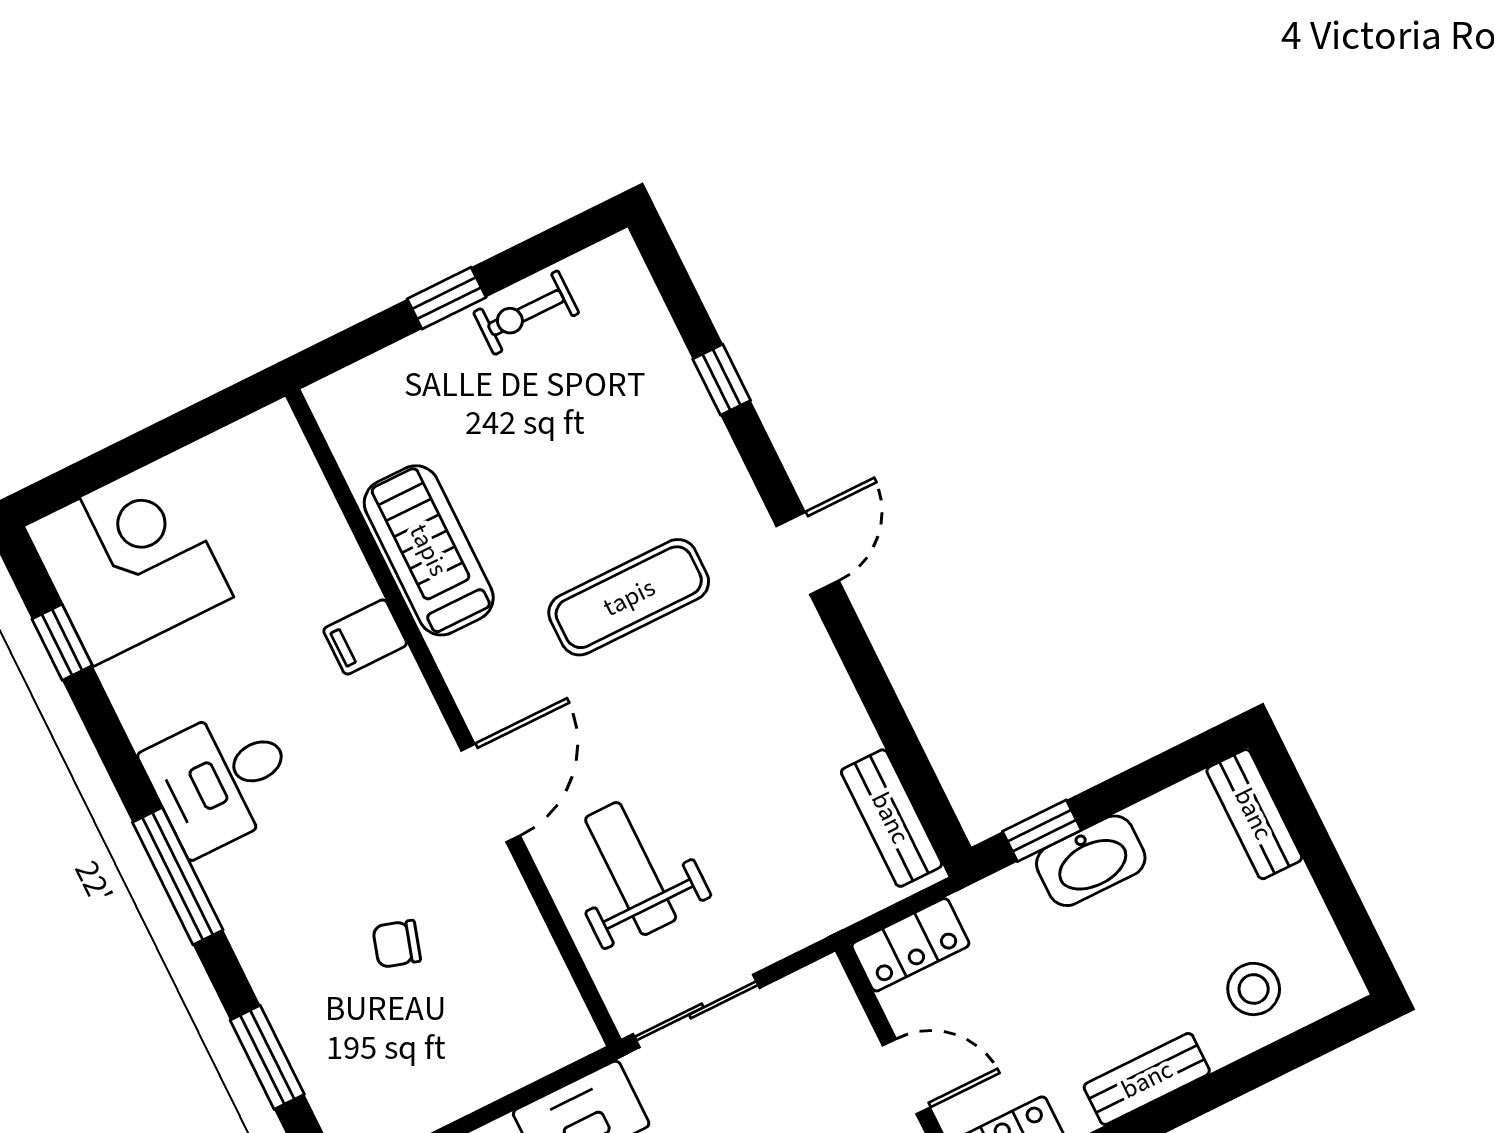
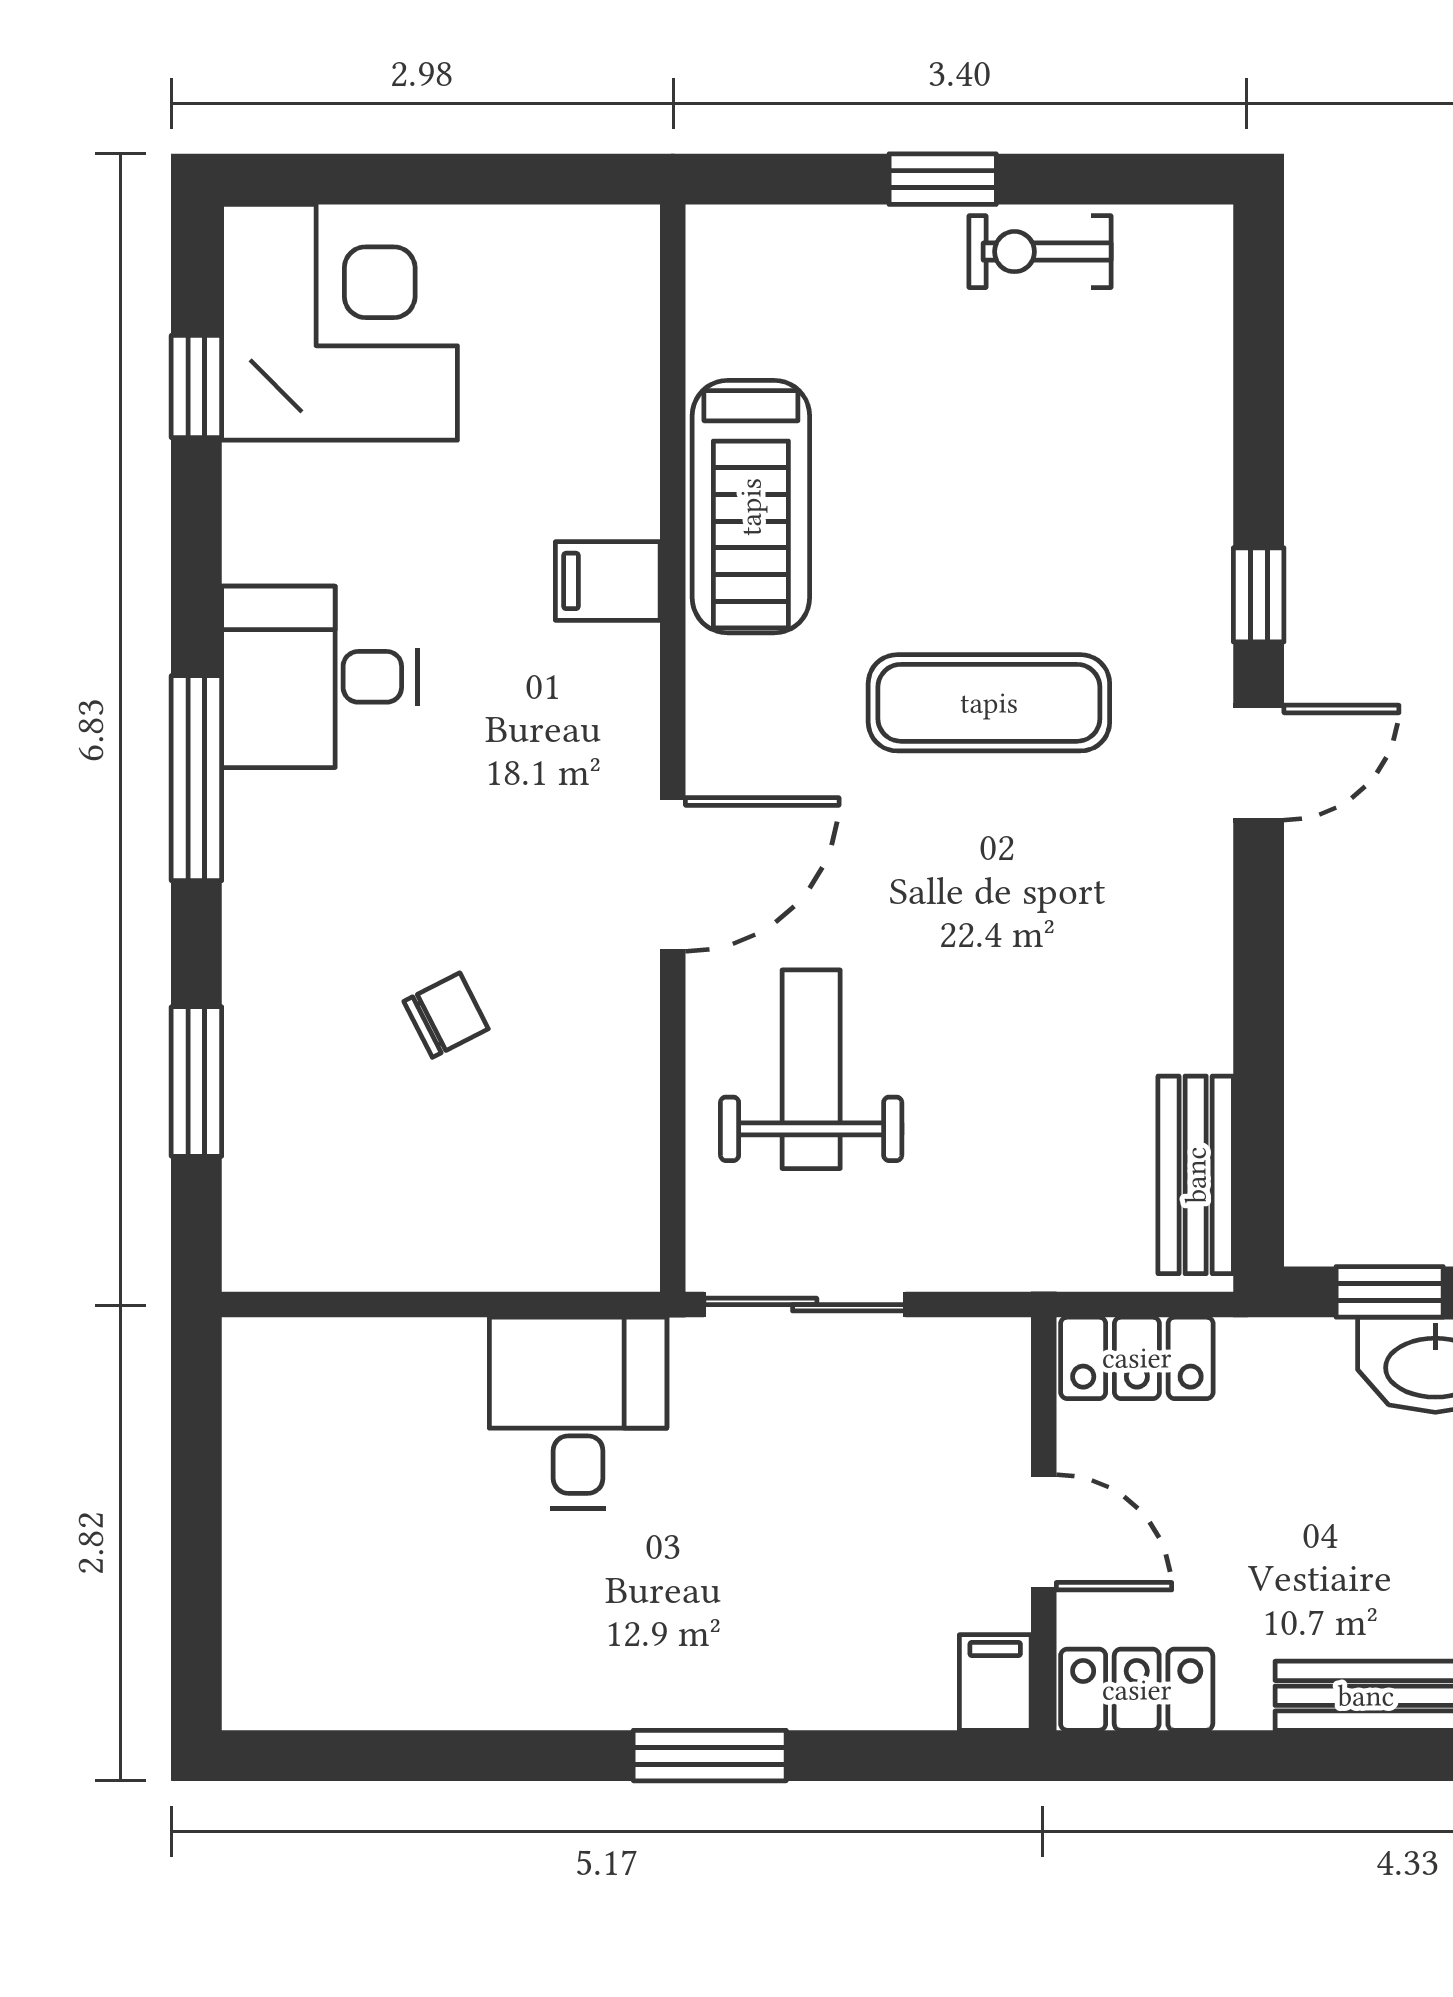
window: (722, 380) -> (1259, 595), moved
treadmill: (429, 550) -> (751, 507), turned 180
chair: (397, 944) -> (446, 1015), turned 136

